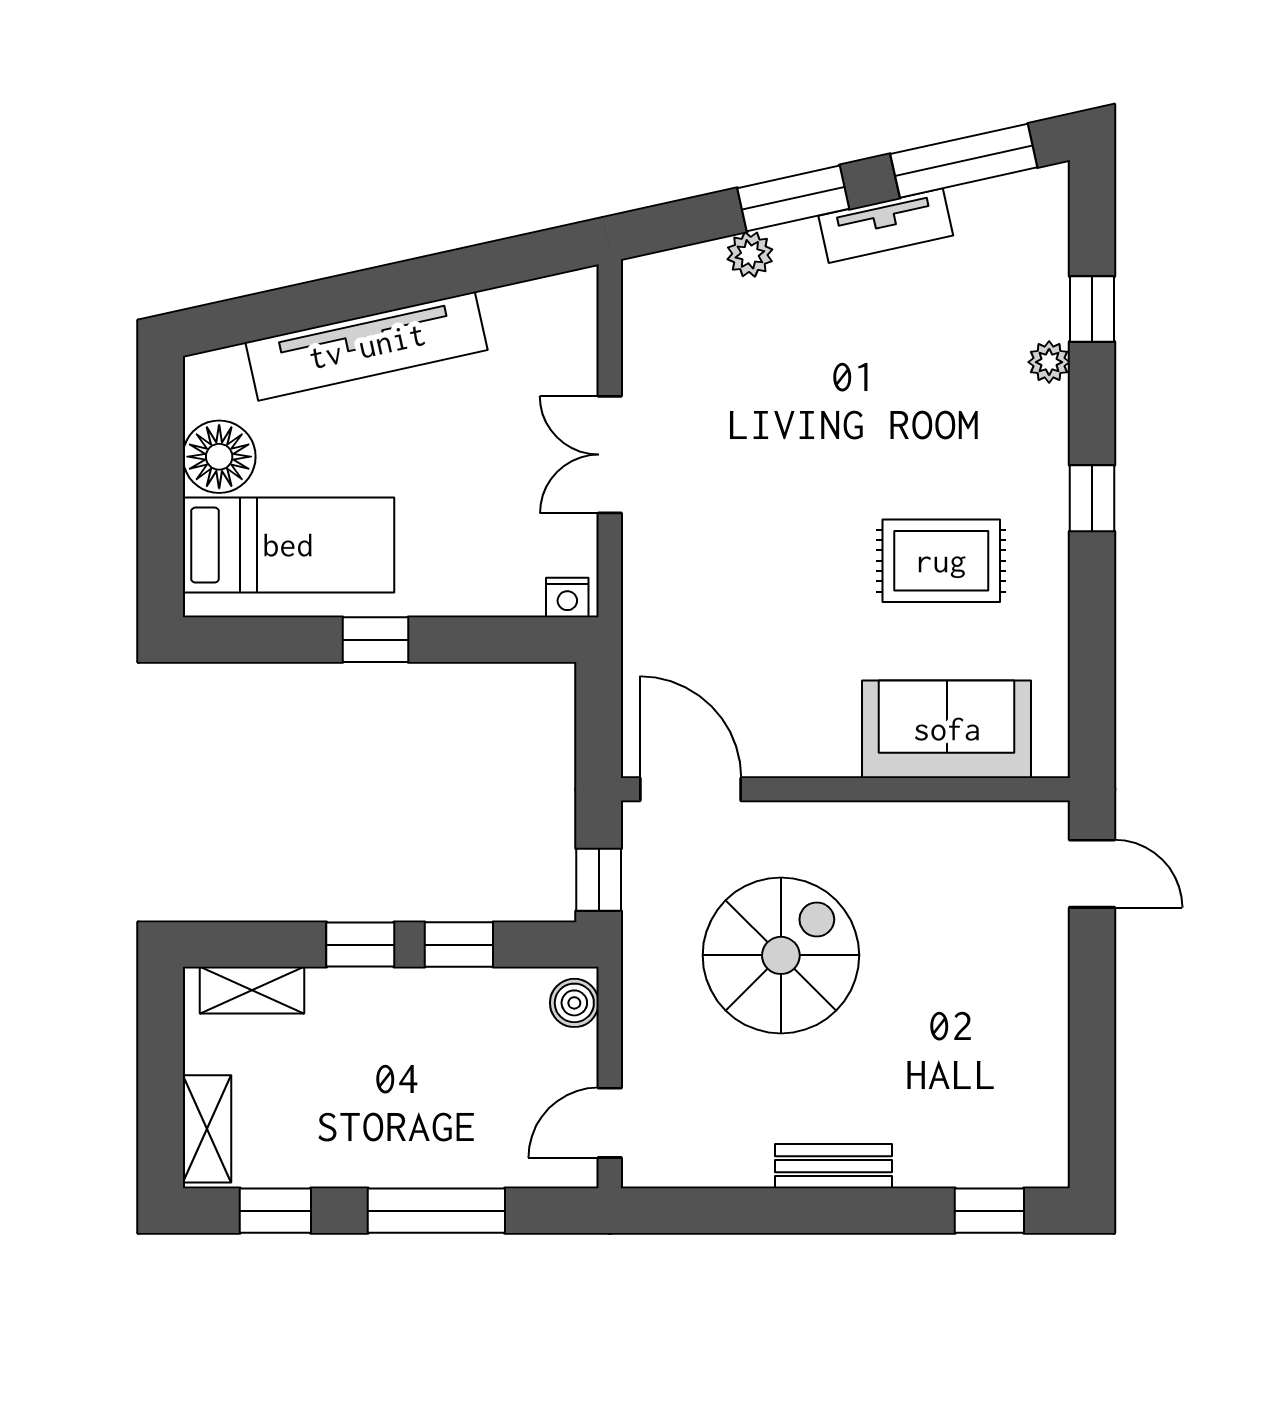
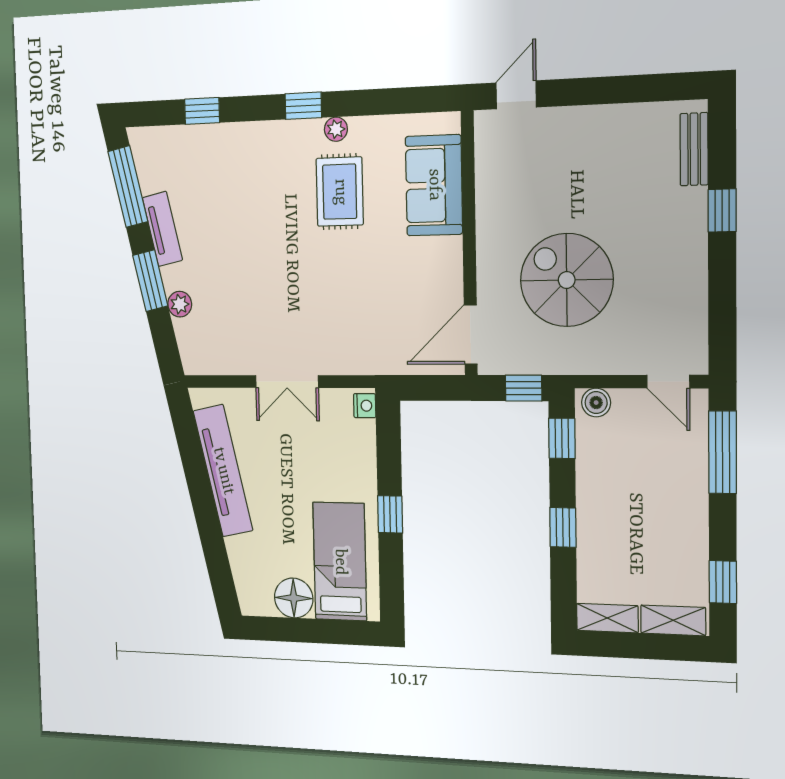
tv unit: (367, 346) -> (223, 471), moved
plant: (1049, 362) -> (336, 129), moved
window: (459, 945) -> (562, 438), moved
shelving: (252, 990) -> (607, 618), moved, turned 90
bench: (833, 1166) -> (694, 149), moved
window: (436, 1211) -> (723, 452), moved
window: (989, 1211) -> (722, 211), moved

